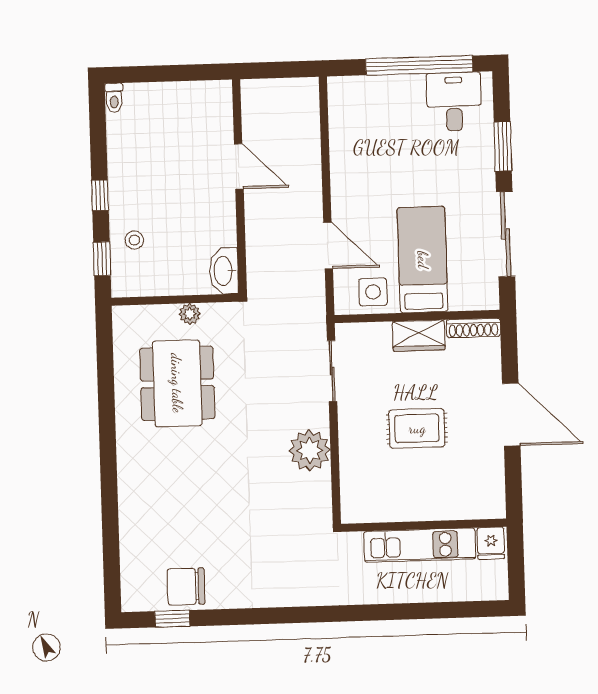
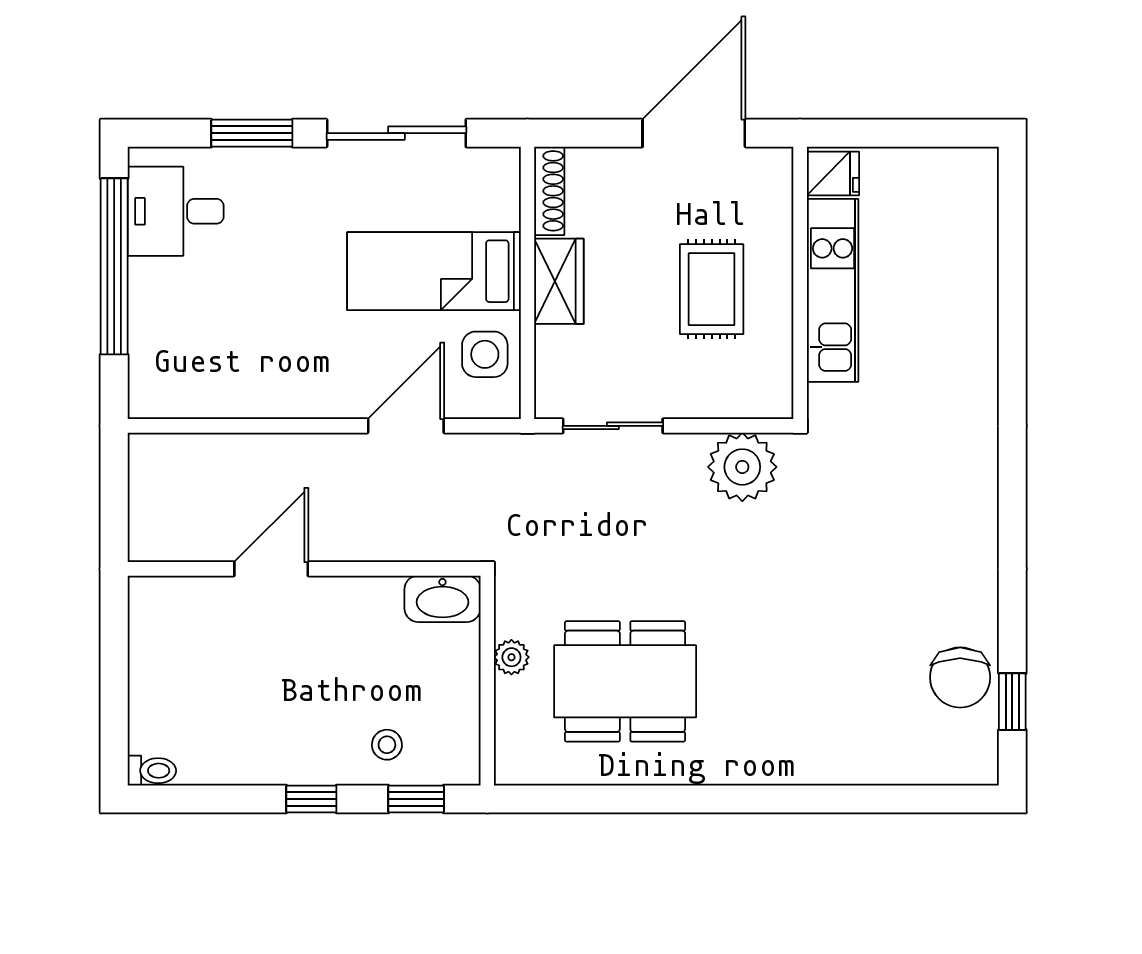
wall: (424, 525) -> (800, 283), moved
fridge: (491, 543) -> (833, 173), moved
kitchen unit: (420, 545) -> (833, 290), moved

